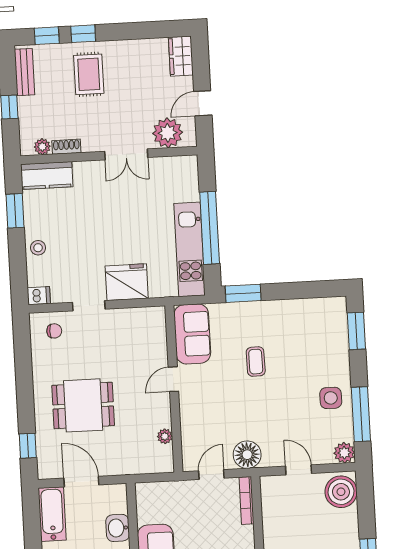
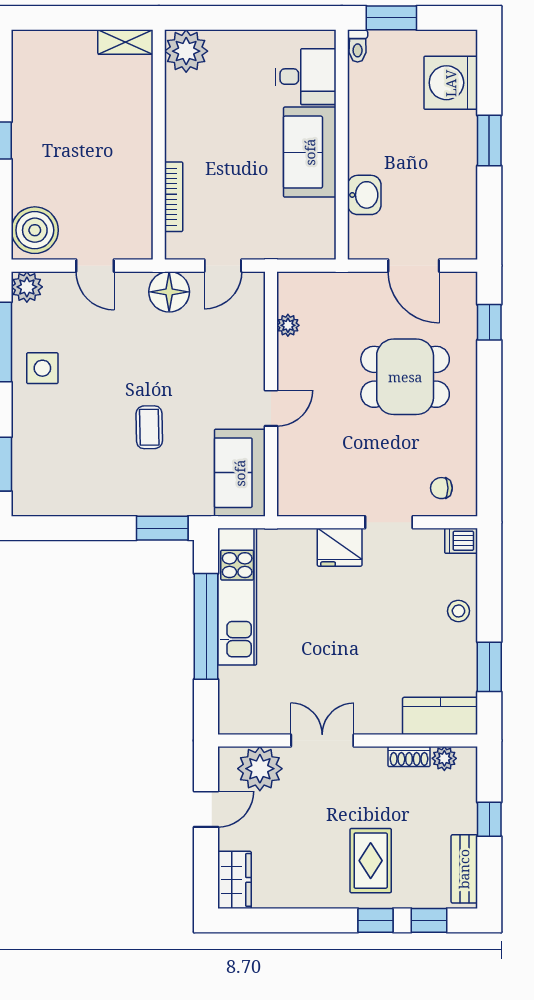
fridge: (127, 282) -> (340, 547), width x0.73, depth x0.75
bookcase: (246, 501) -> (174, 197), moved
bathtub: (52, 514) -> (459, 220), removed

